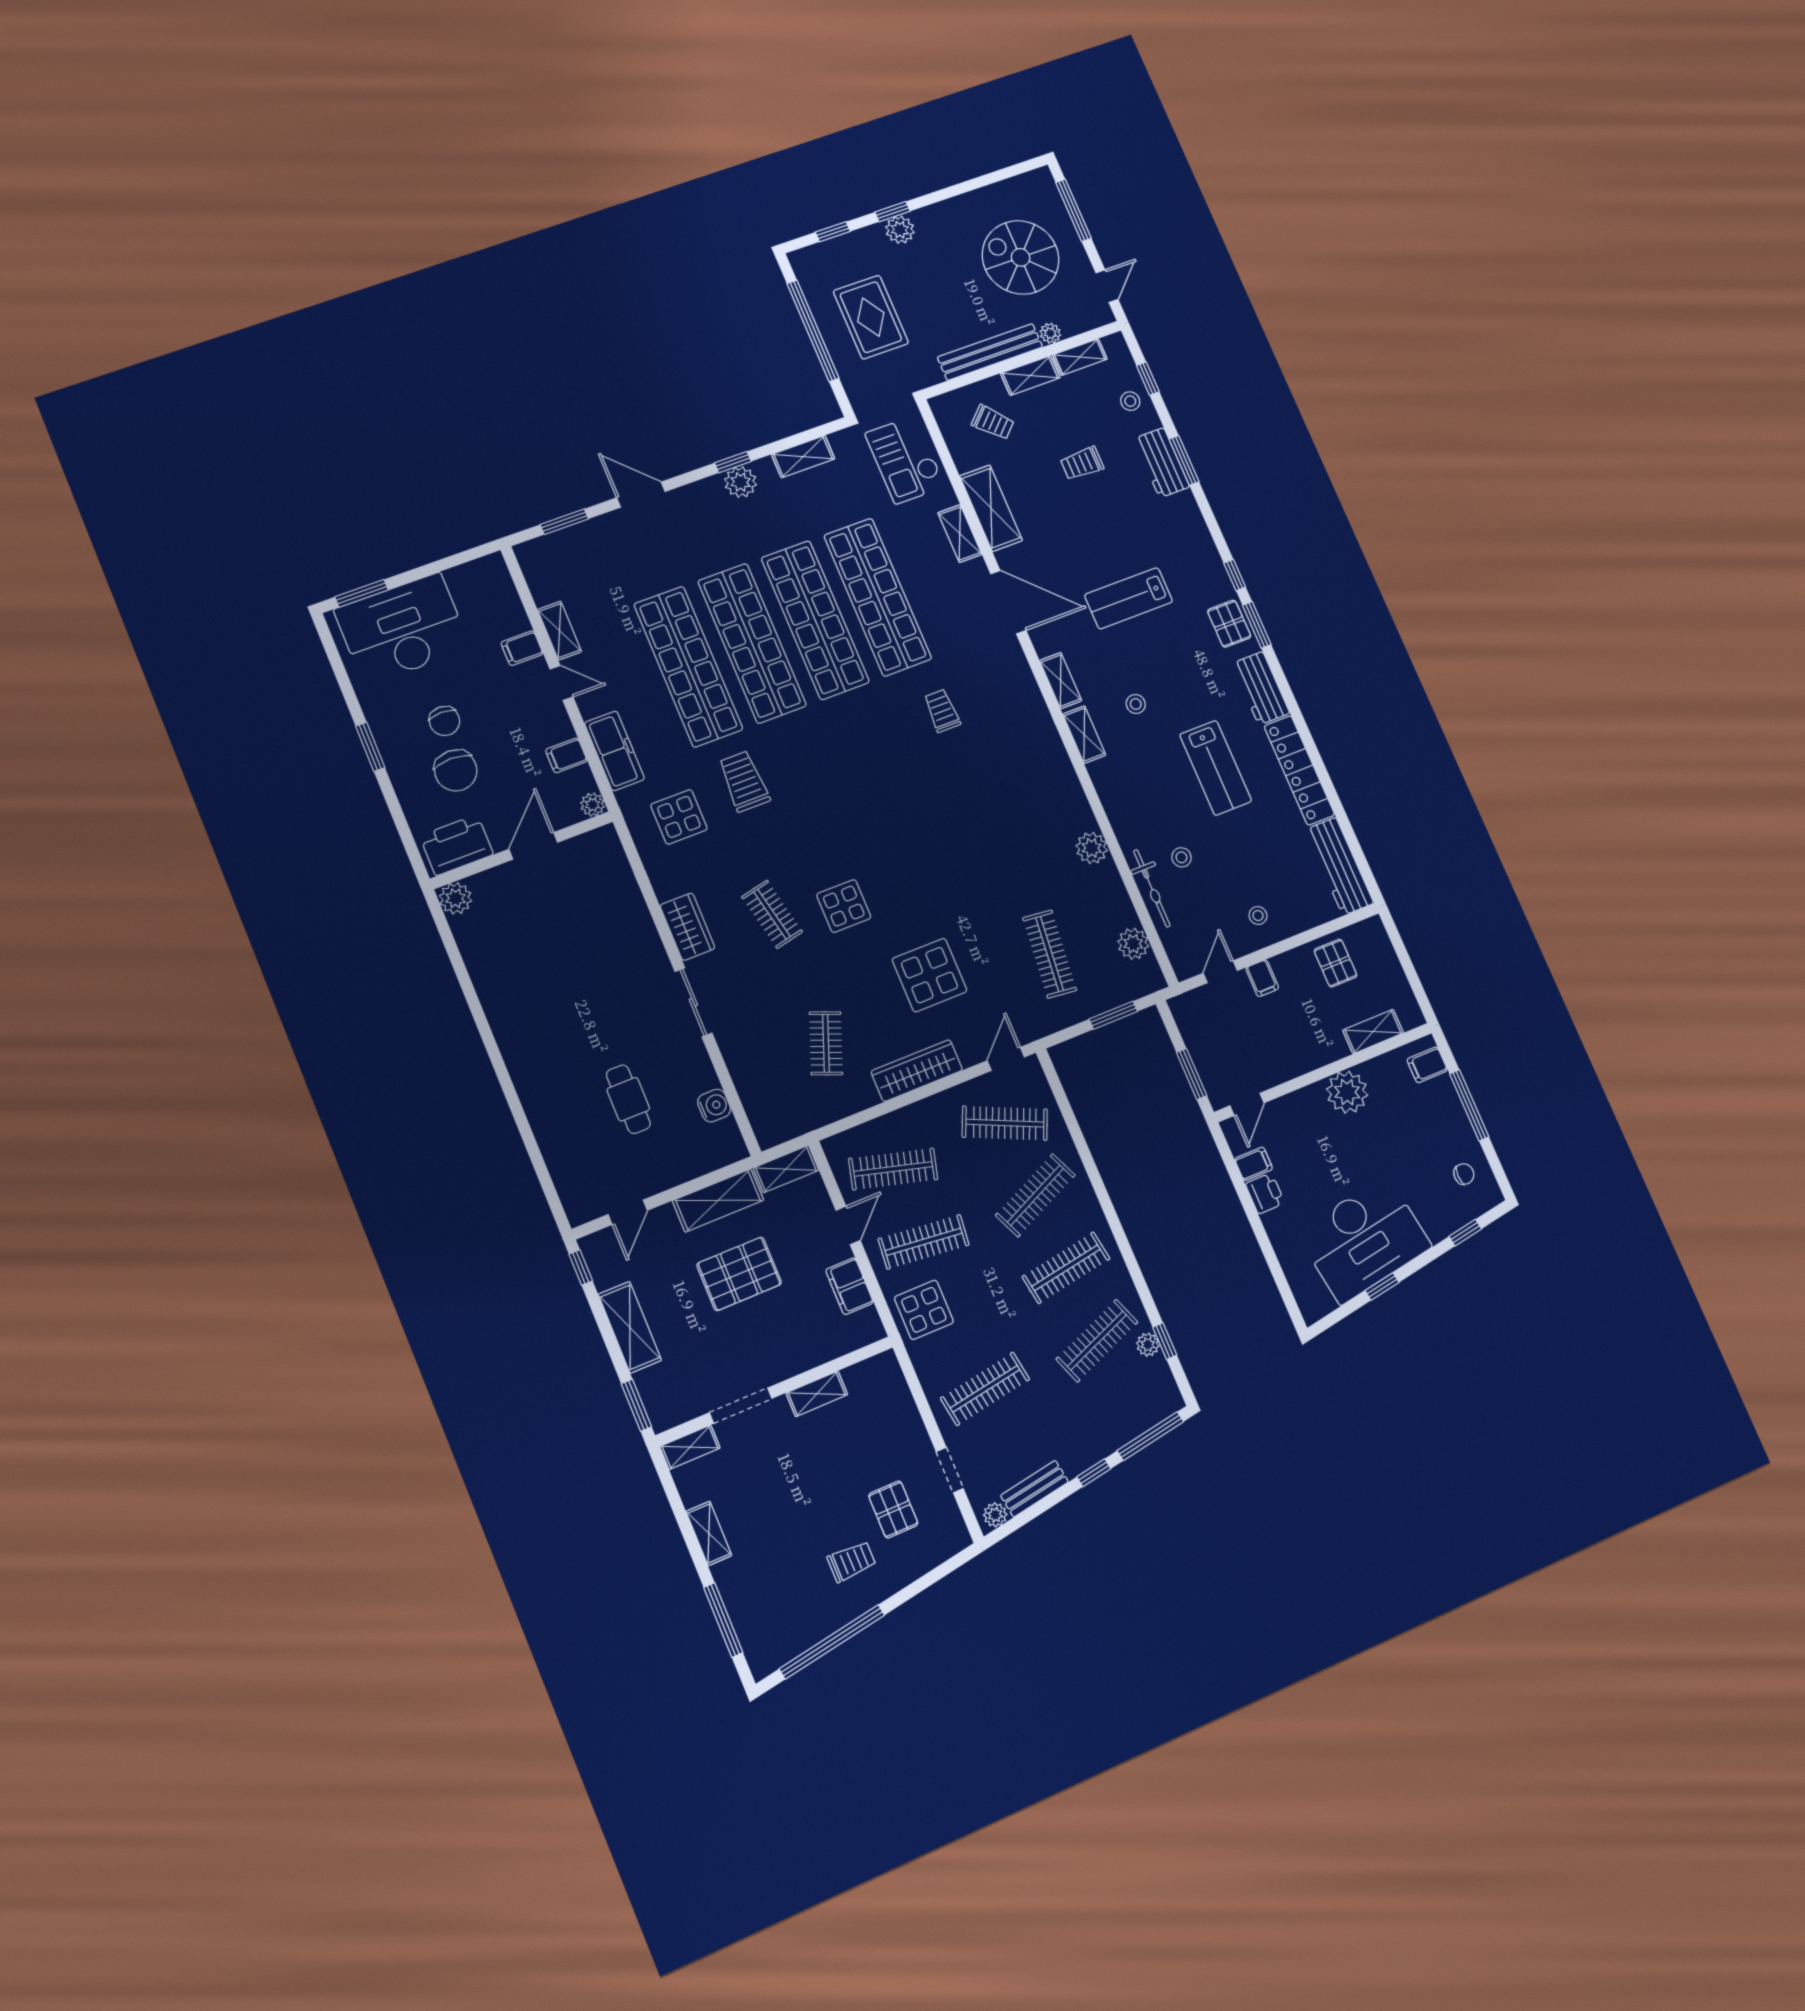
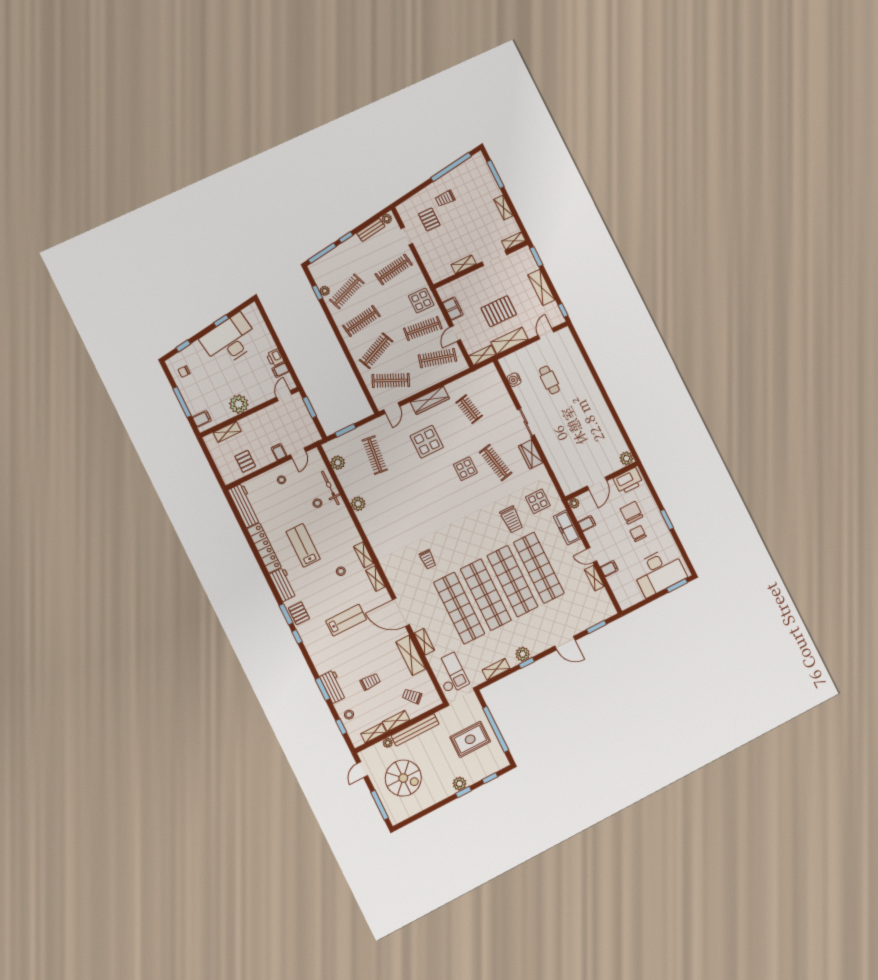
rug: (871, 317) -> (470, 739), turned 90
clothes rail: (772, 914) -> (496, 463), width x1.36
clothes rail: (826, 1043) -> (469, 409), turned -33

